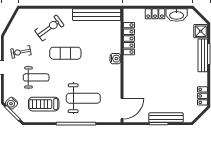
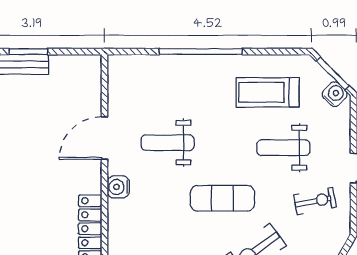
weight bench: (83, 98) -> (168, 143), moved, width x0.73, depth x0.75
treadmill: (44, 104) -> (268, 92), turned 180
door: (122, 109) -> (104, 138), moved

